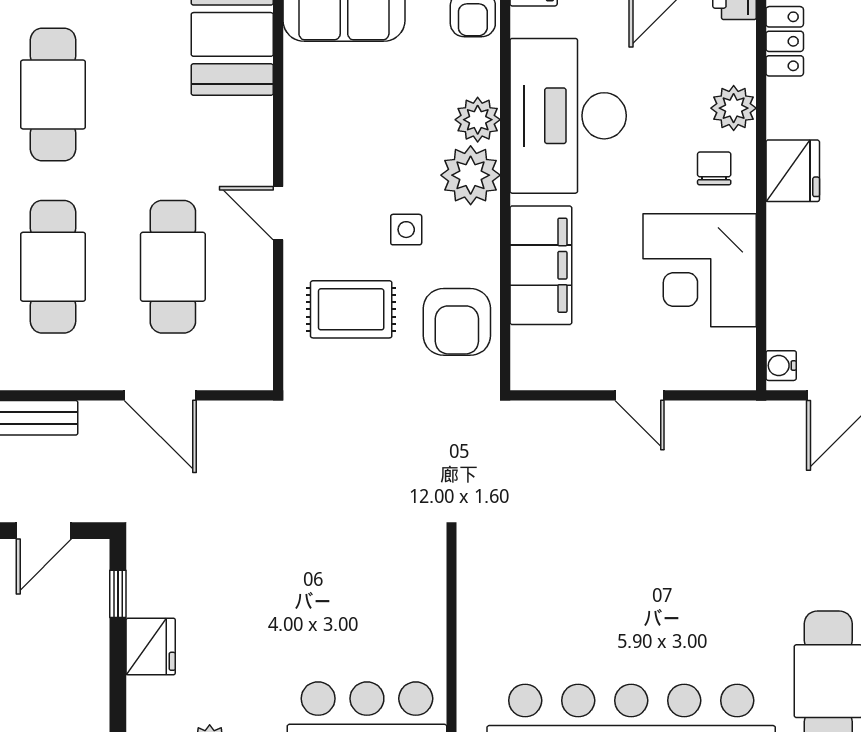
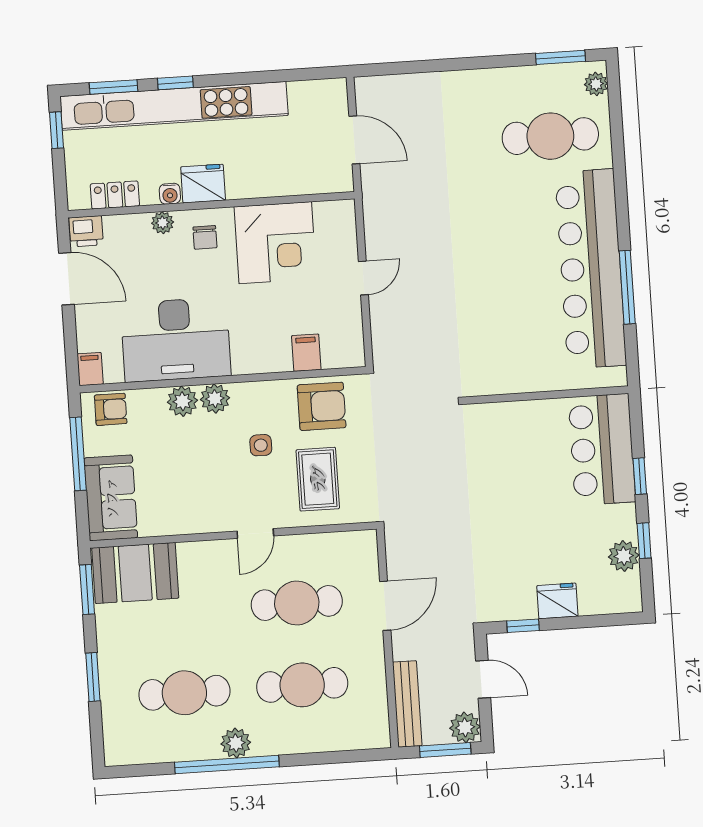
plant: (734, 108) -> (163, 223), width x0.73, depth x0.73
chair: (714, 168) -> (205, 237), turned -90
plant: (471, 175) -> (215, 399), width x0.73, depth x0.73
filing cabinet: (541, 265) -> (306, 353), width x0.33, depth x0.86
water cooler: (781, 366) -> (170, 194), moved

